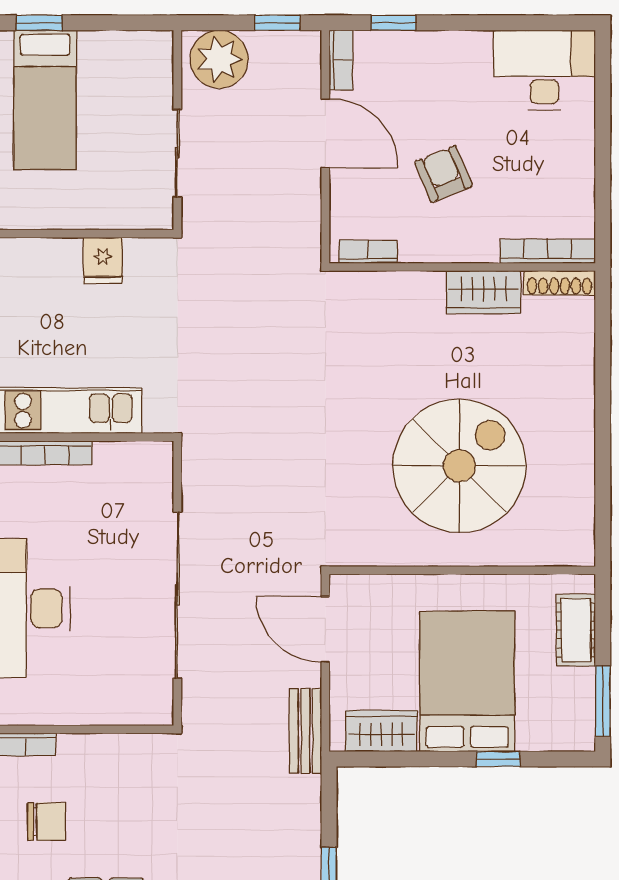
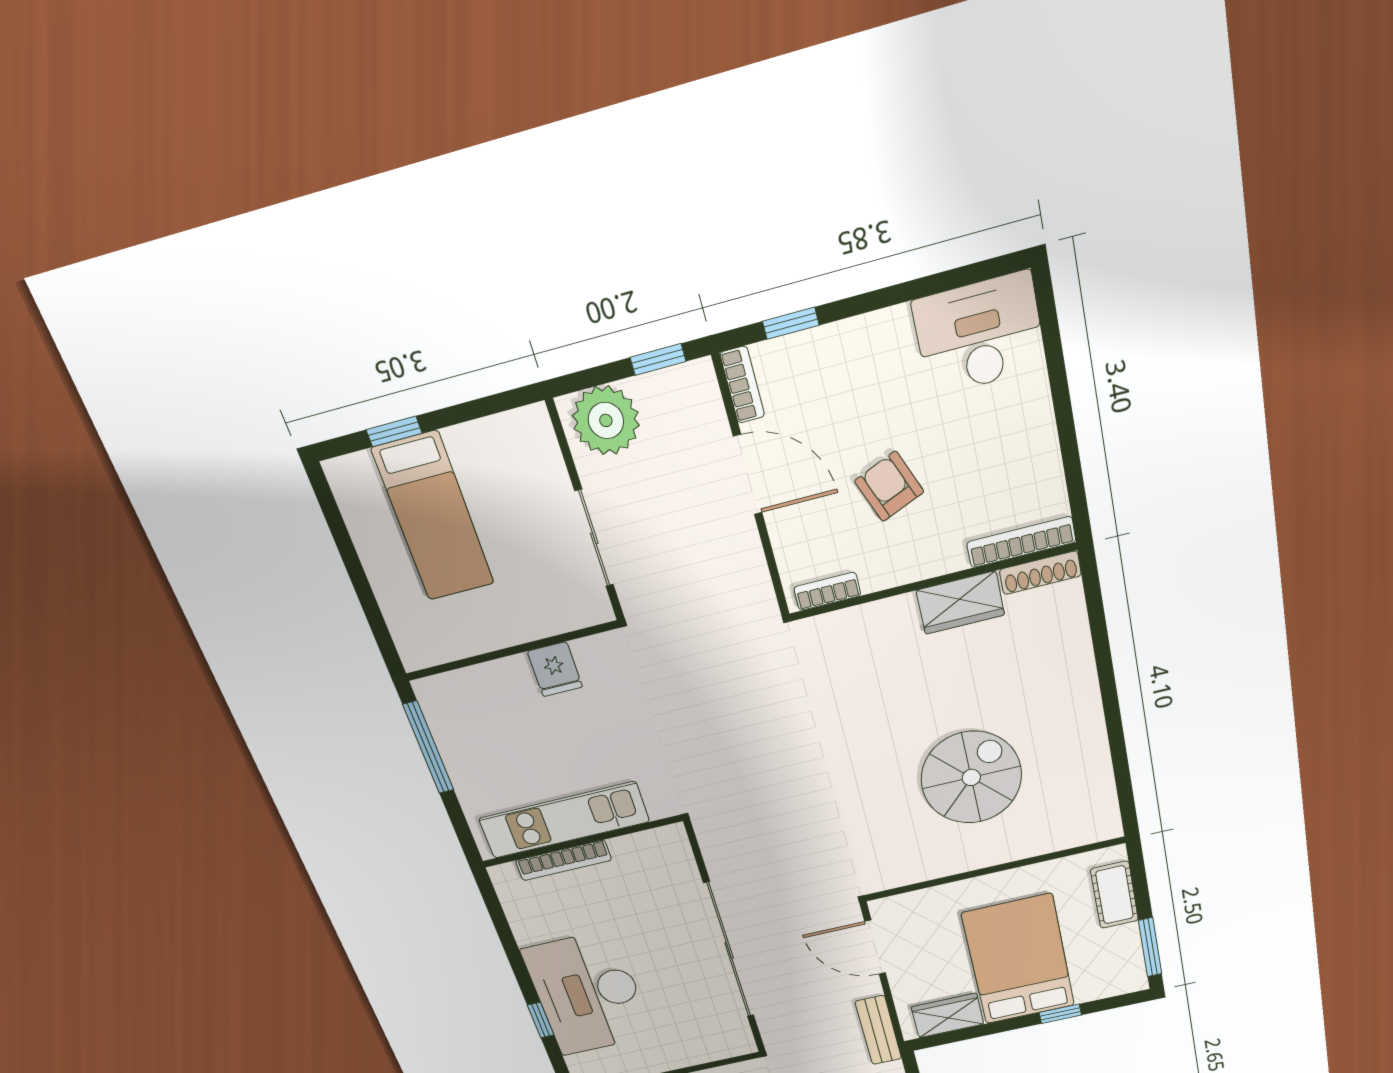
spiral stairs: (459, 466) -> (971, 778), width x0.73, depth x0.73

